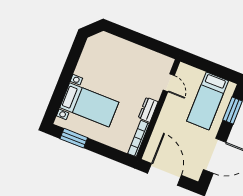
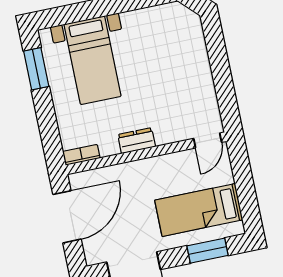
door: (169, 83) -> (208, 140), moved
bookcase: (139, 139) -> (81, 155), width x0.64

